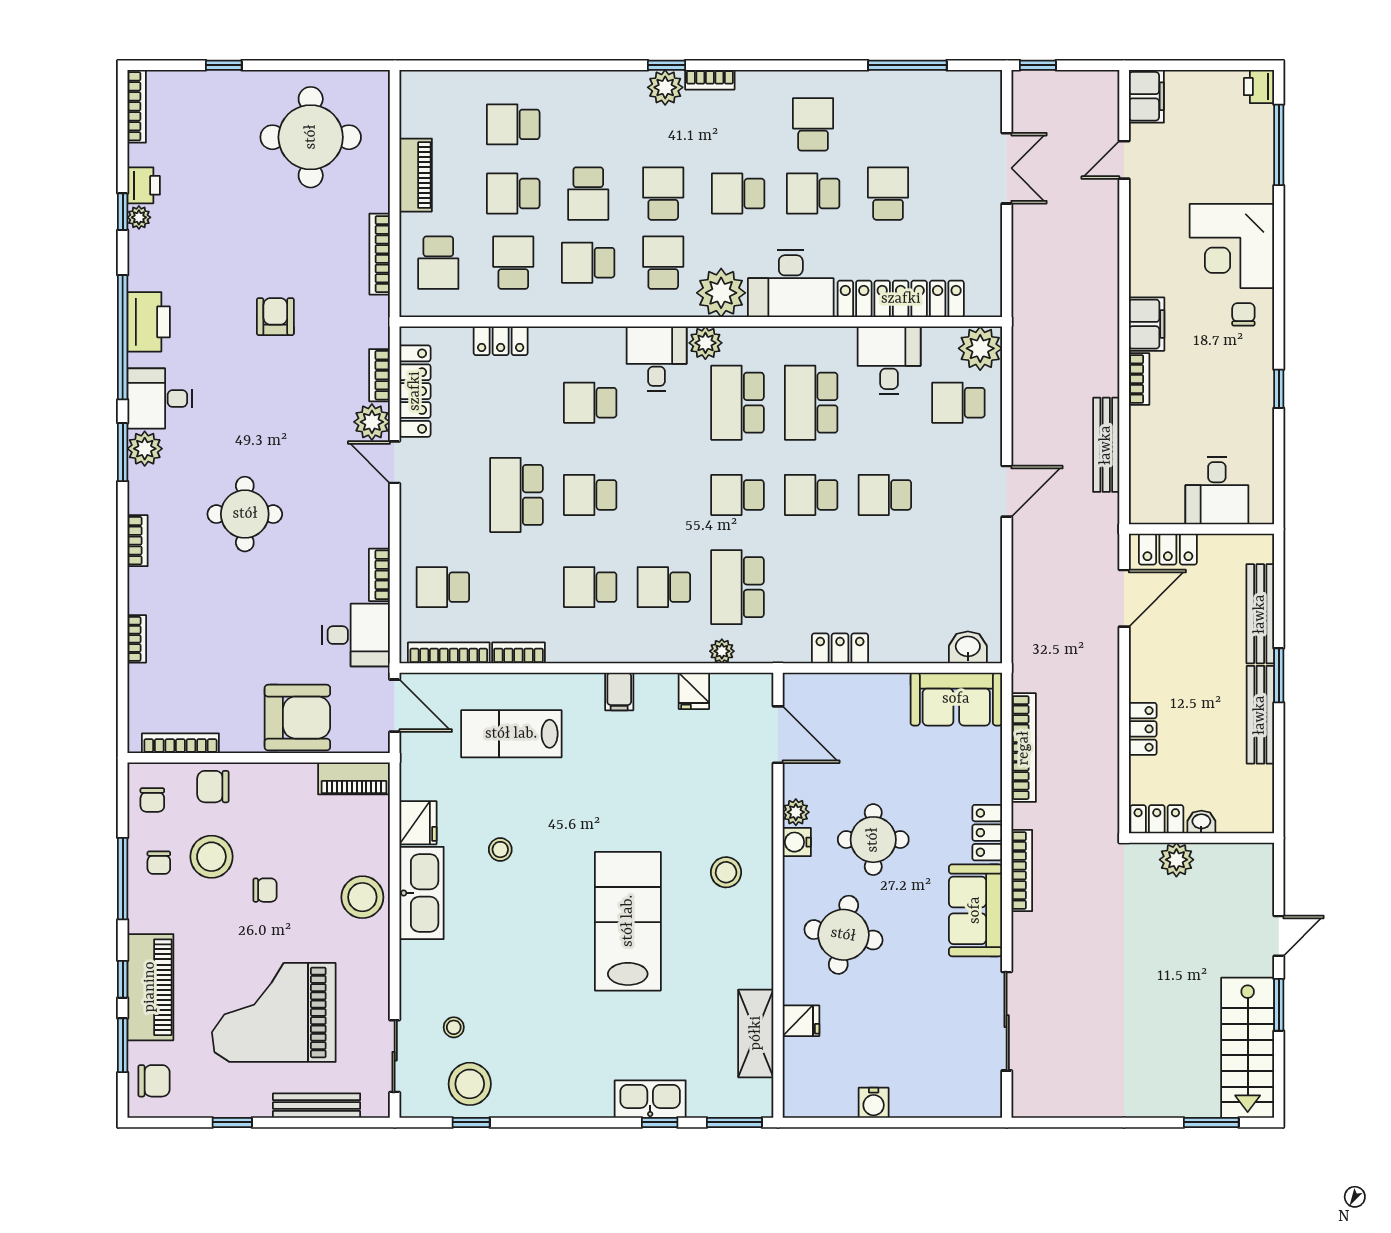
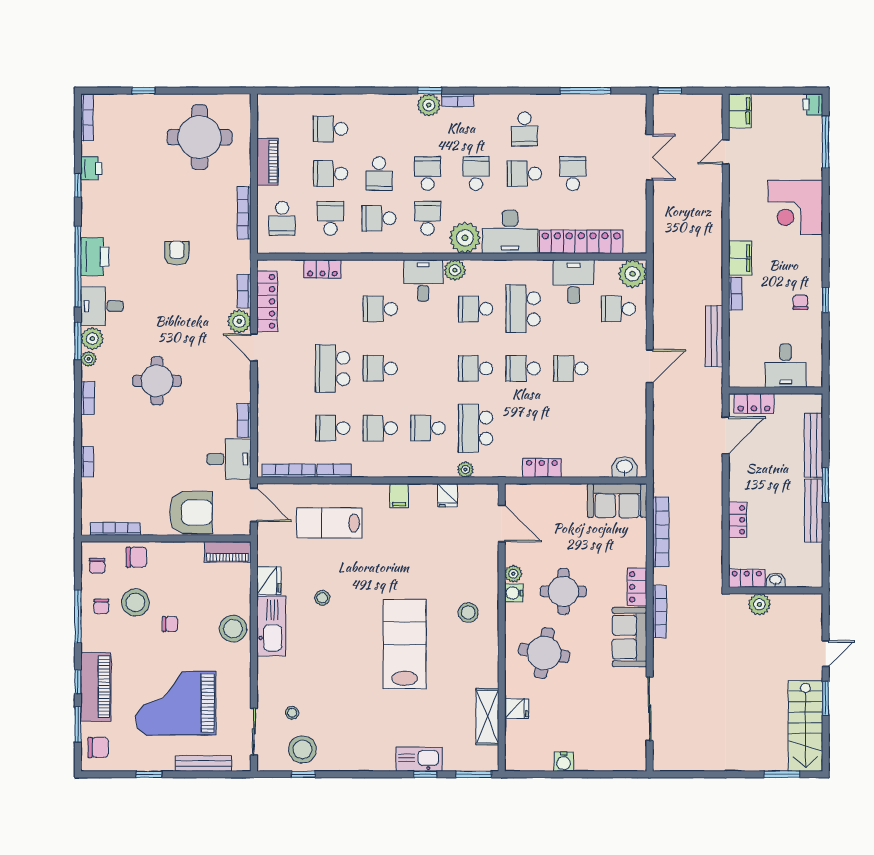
school desk: (813, 124) -> (524, 129), turned 180
school desk: (738, 194) -> (476, 174), turned 90
plant: (139, 217) -> (88, 359), moved
chair: (1243, 314) -> (800, 302), moved
school desk: (737, 403) -> (476, 309), width x0.54
school desk: (443, 587) -> (333, 428), moved
chair: (213, 787) -> (136, 557), turned 180

